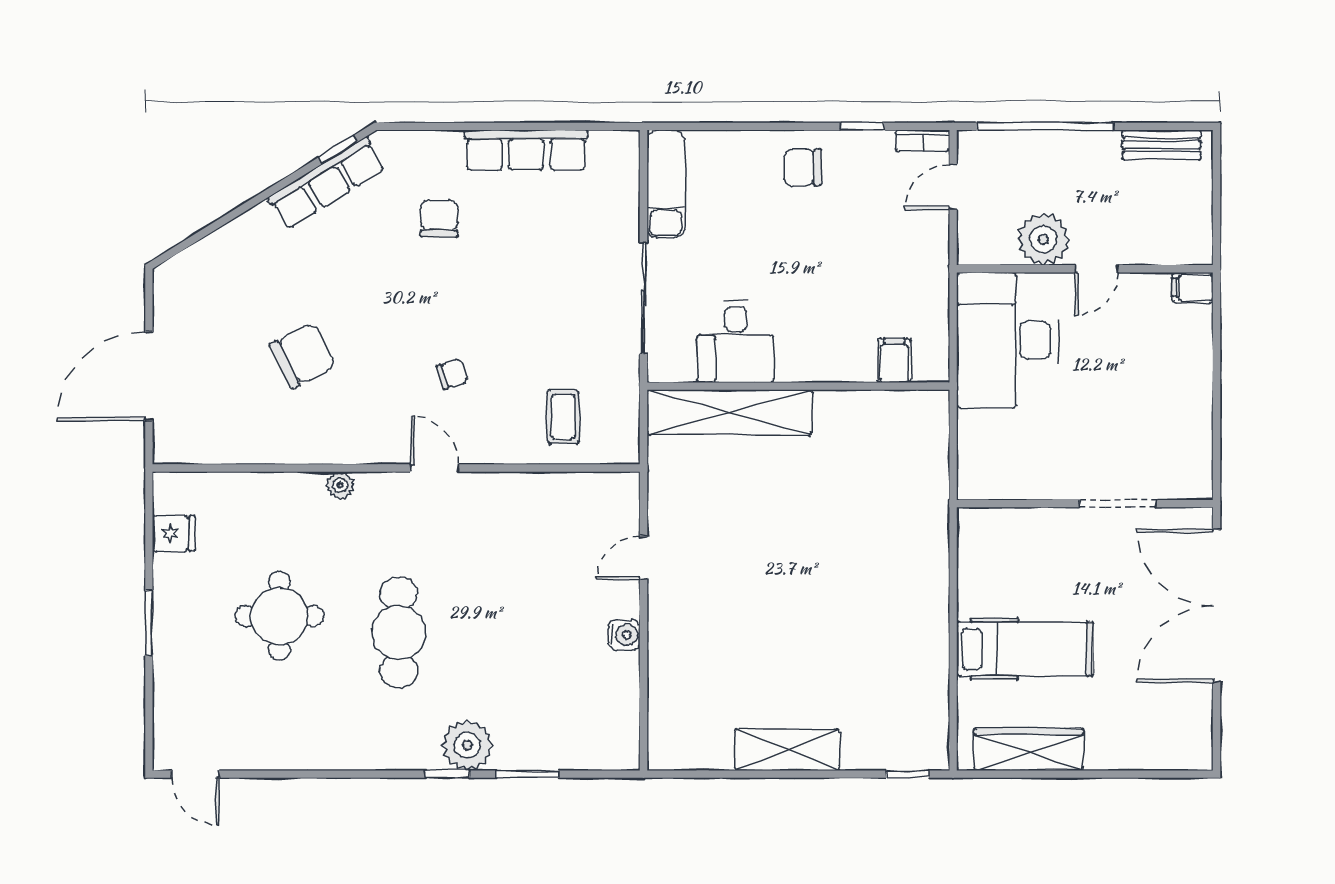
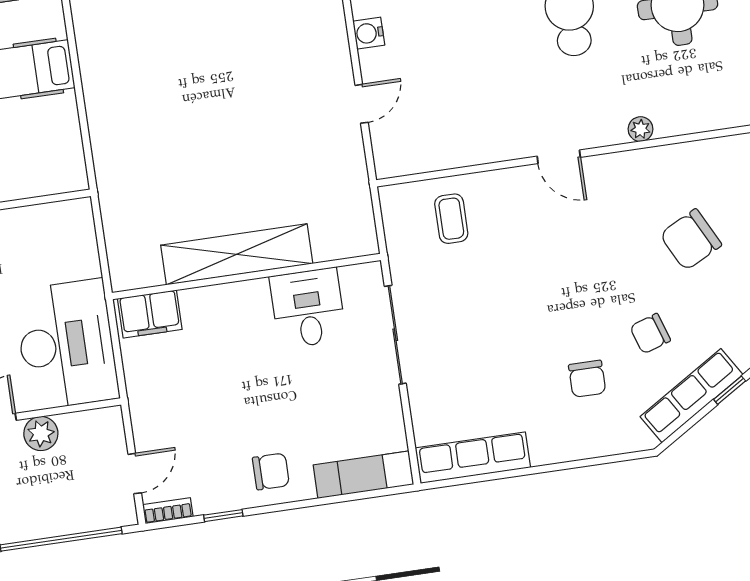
window: (338, 150) -> (730, 390), moved
row of seats: (526, 150) -> (473, 458), moved
exam couch: (666, 184) -> (363, 475), moved, turned 90
plant: (1043, 239) -> (41, 434), width x0.73, depth x0.73
filing cabinet: (894, 360) -> (150, 314), width x2.00
chair: (452, 374) -> (650, 334), moved, width x1.37, depth x1.37
shelving: (730, 412) -> (237, 254), moved

